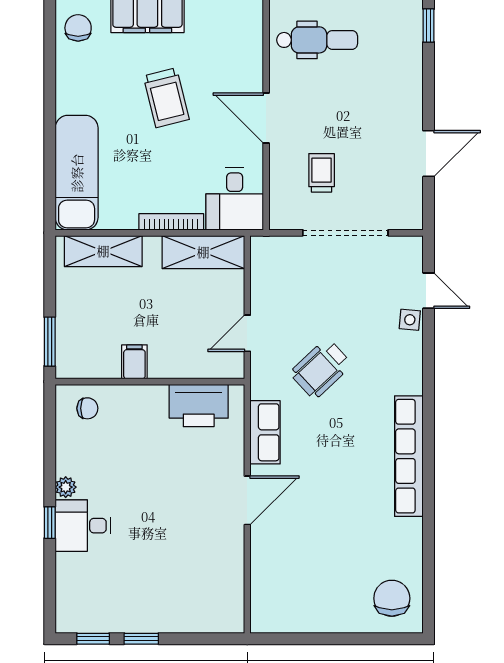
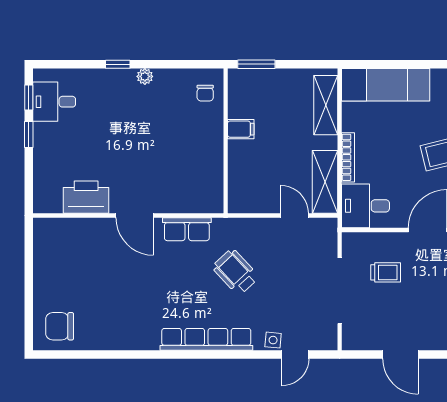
door: (247, 333) -> (295, 216), moved
printer: (199, 406) -> (86, 197), moved, turned 90
row of seats: (409, 456) -> (206, 339), moved
desk: (83, 526) -> (54, 102), moved, turned -90
chair: (392, 598) -> (60, 326), turned 180

